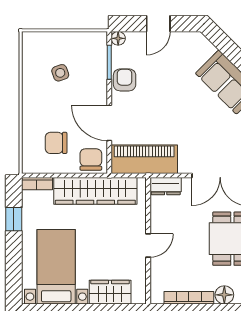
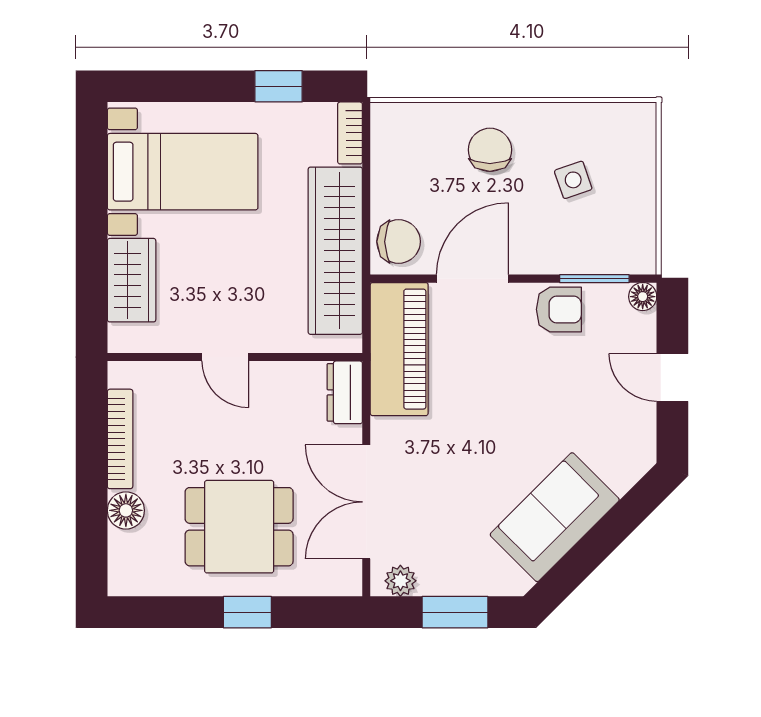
chair: (56, 143) -> (490, 150), moved

